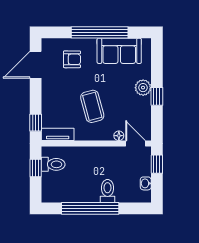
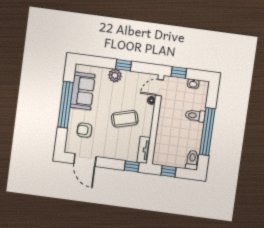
armchair: (72, 59) -> (84, 130), turned -90
toilet: (53, 164) -> (192, 160), moved

